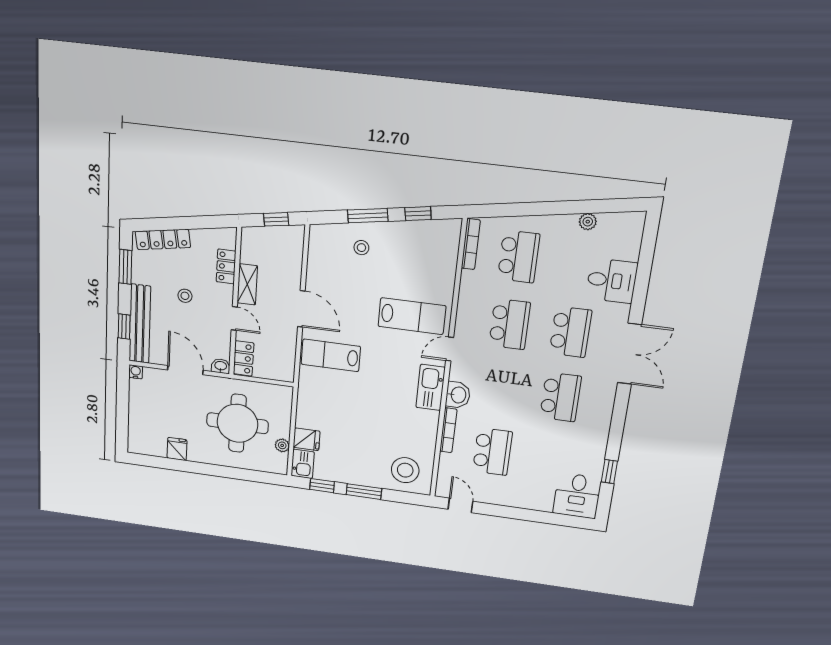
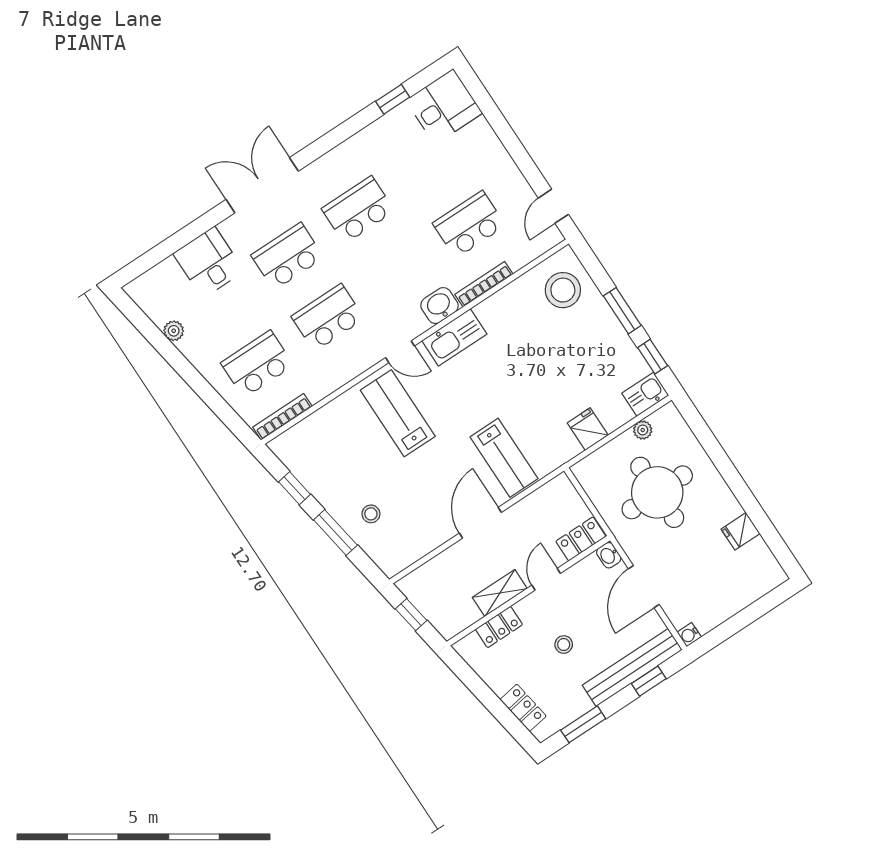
locker: (163, 239) -> (523, 708), width x0.66
fridge: (307, 439) -> (588, 429), moved

